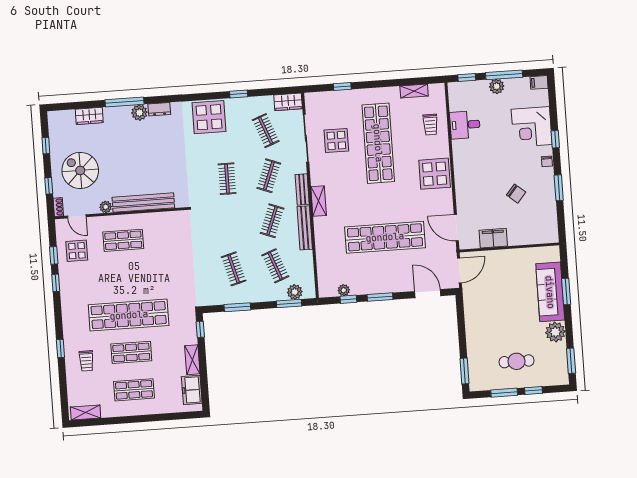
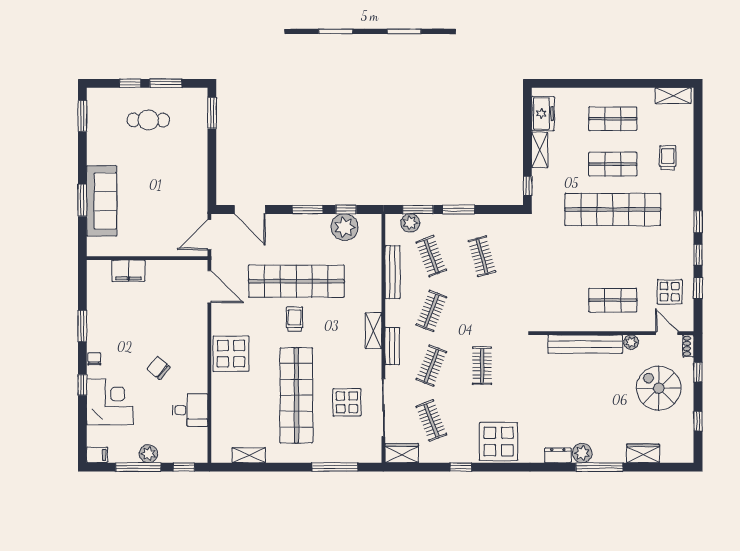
window: (342, 86) -> (335, 467), width x2.17
trolley: (430, 125) -> (294, 319), moved
spiral stairs: (80, 170) -> (659, 388), turned 180
chair: (516, 194) -> (159, 368), moved
bench: (305, 228) -> (392, 272), moved
filing cabinet: (493, 238) -> (128, 271), moved
plant: (344, 290) -> (345, 227), width x1.88, depth x1.88
window: (237, 307) -> (459, 209), moved
plant: (555, 332) -> (99, 152), removed
window: (60, 348) -> (698, 222), moved

